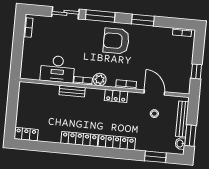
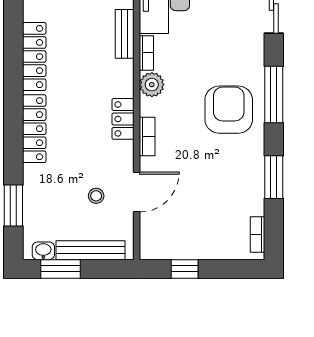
window: (100, 16) -> (274, 94), moved
window: (143, 20) -> (274, 177), moved

